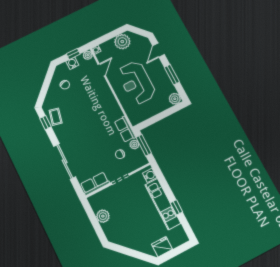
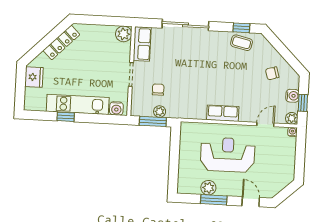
plant: (122, 42) -> (285, 167), removed
door: (102, 70) -> (265, 124), swing flipped
plant: (175, 99) -> (208, 188), moved
row of seats: (125, 129) -> (223, 113), moved
plant: (103, 216) -> (124, 34), moved
locker: (126, 241) -> (61, 42), added

